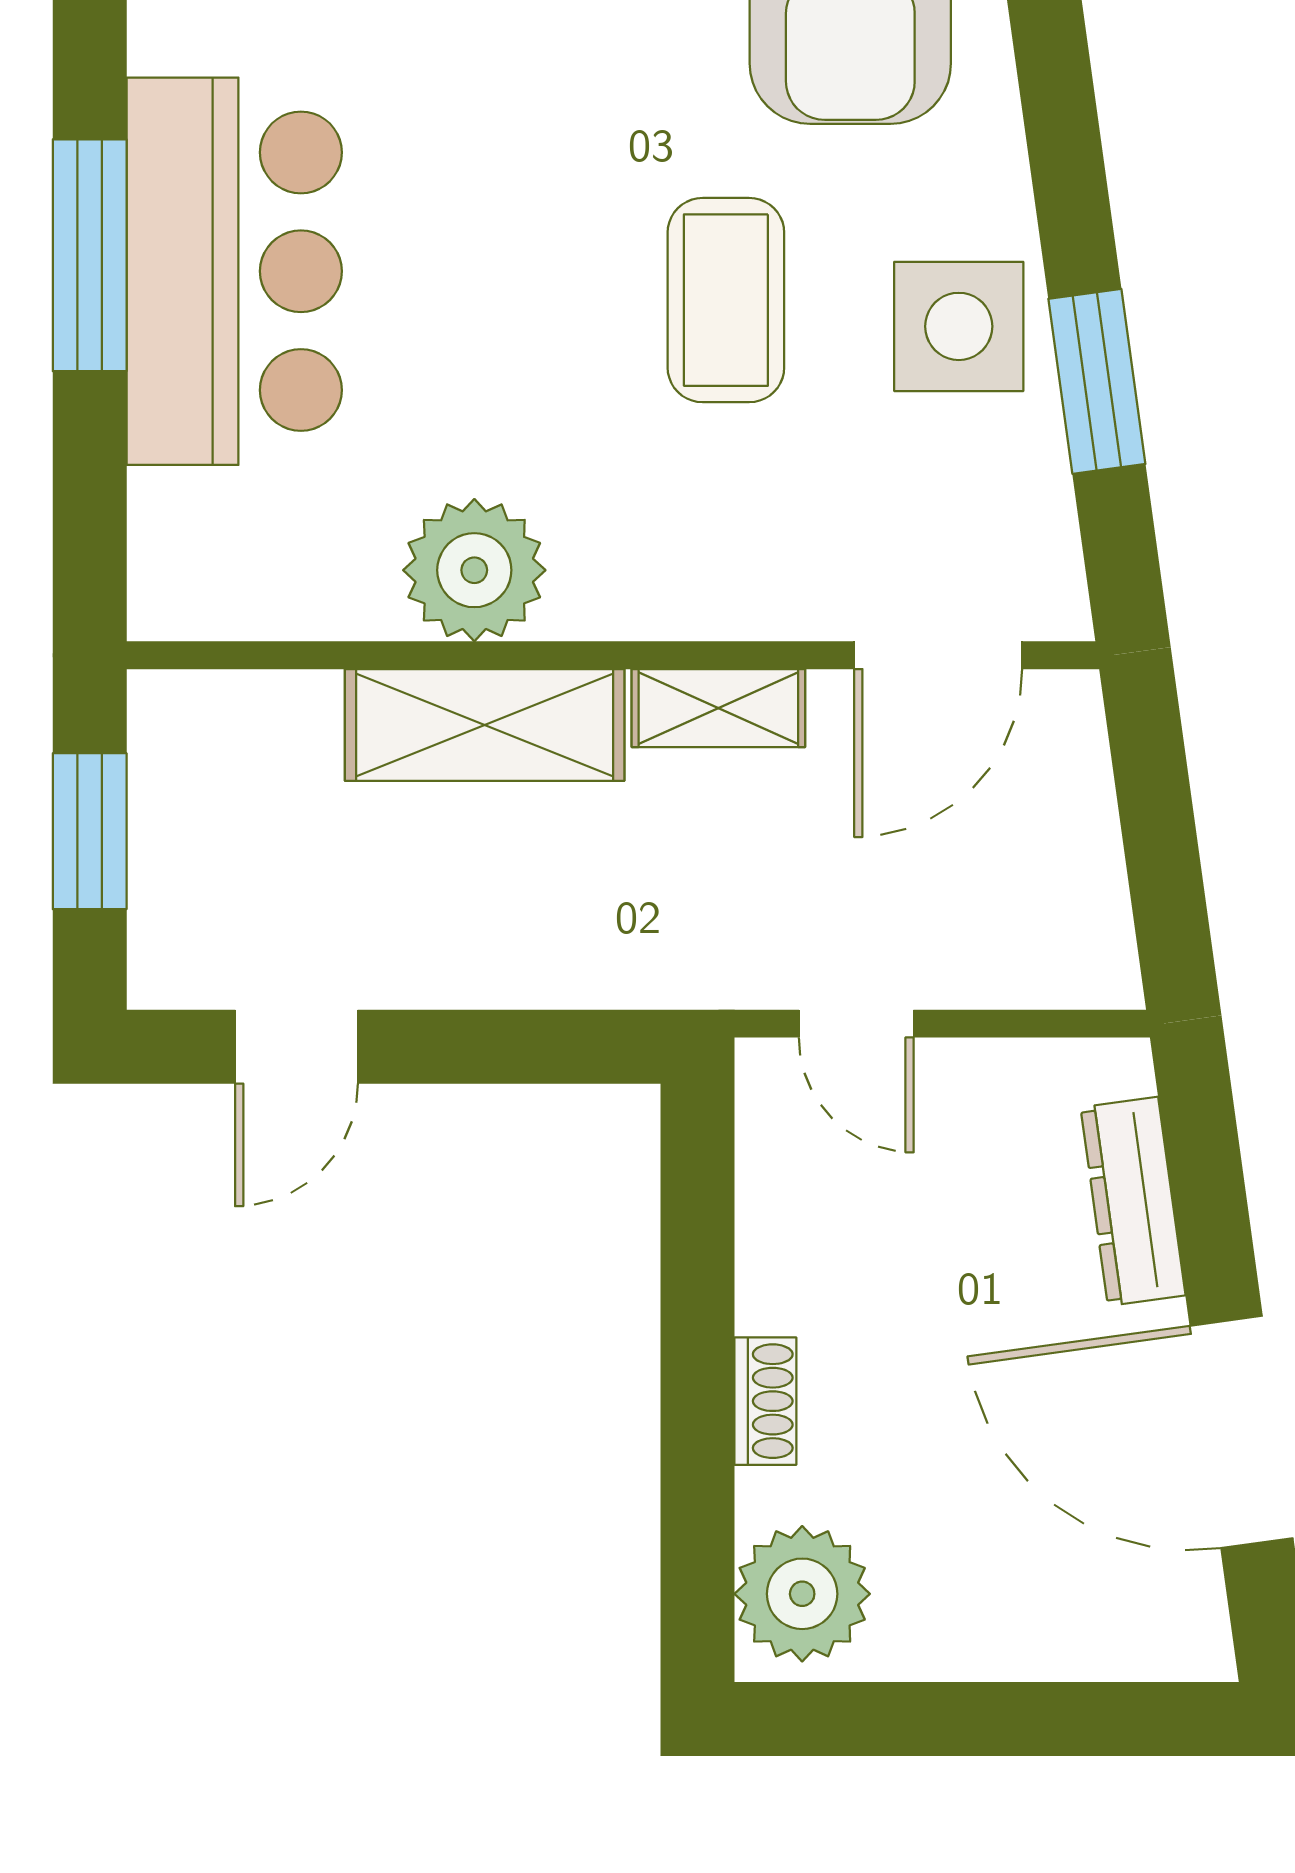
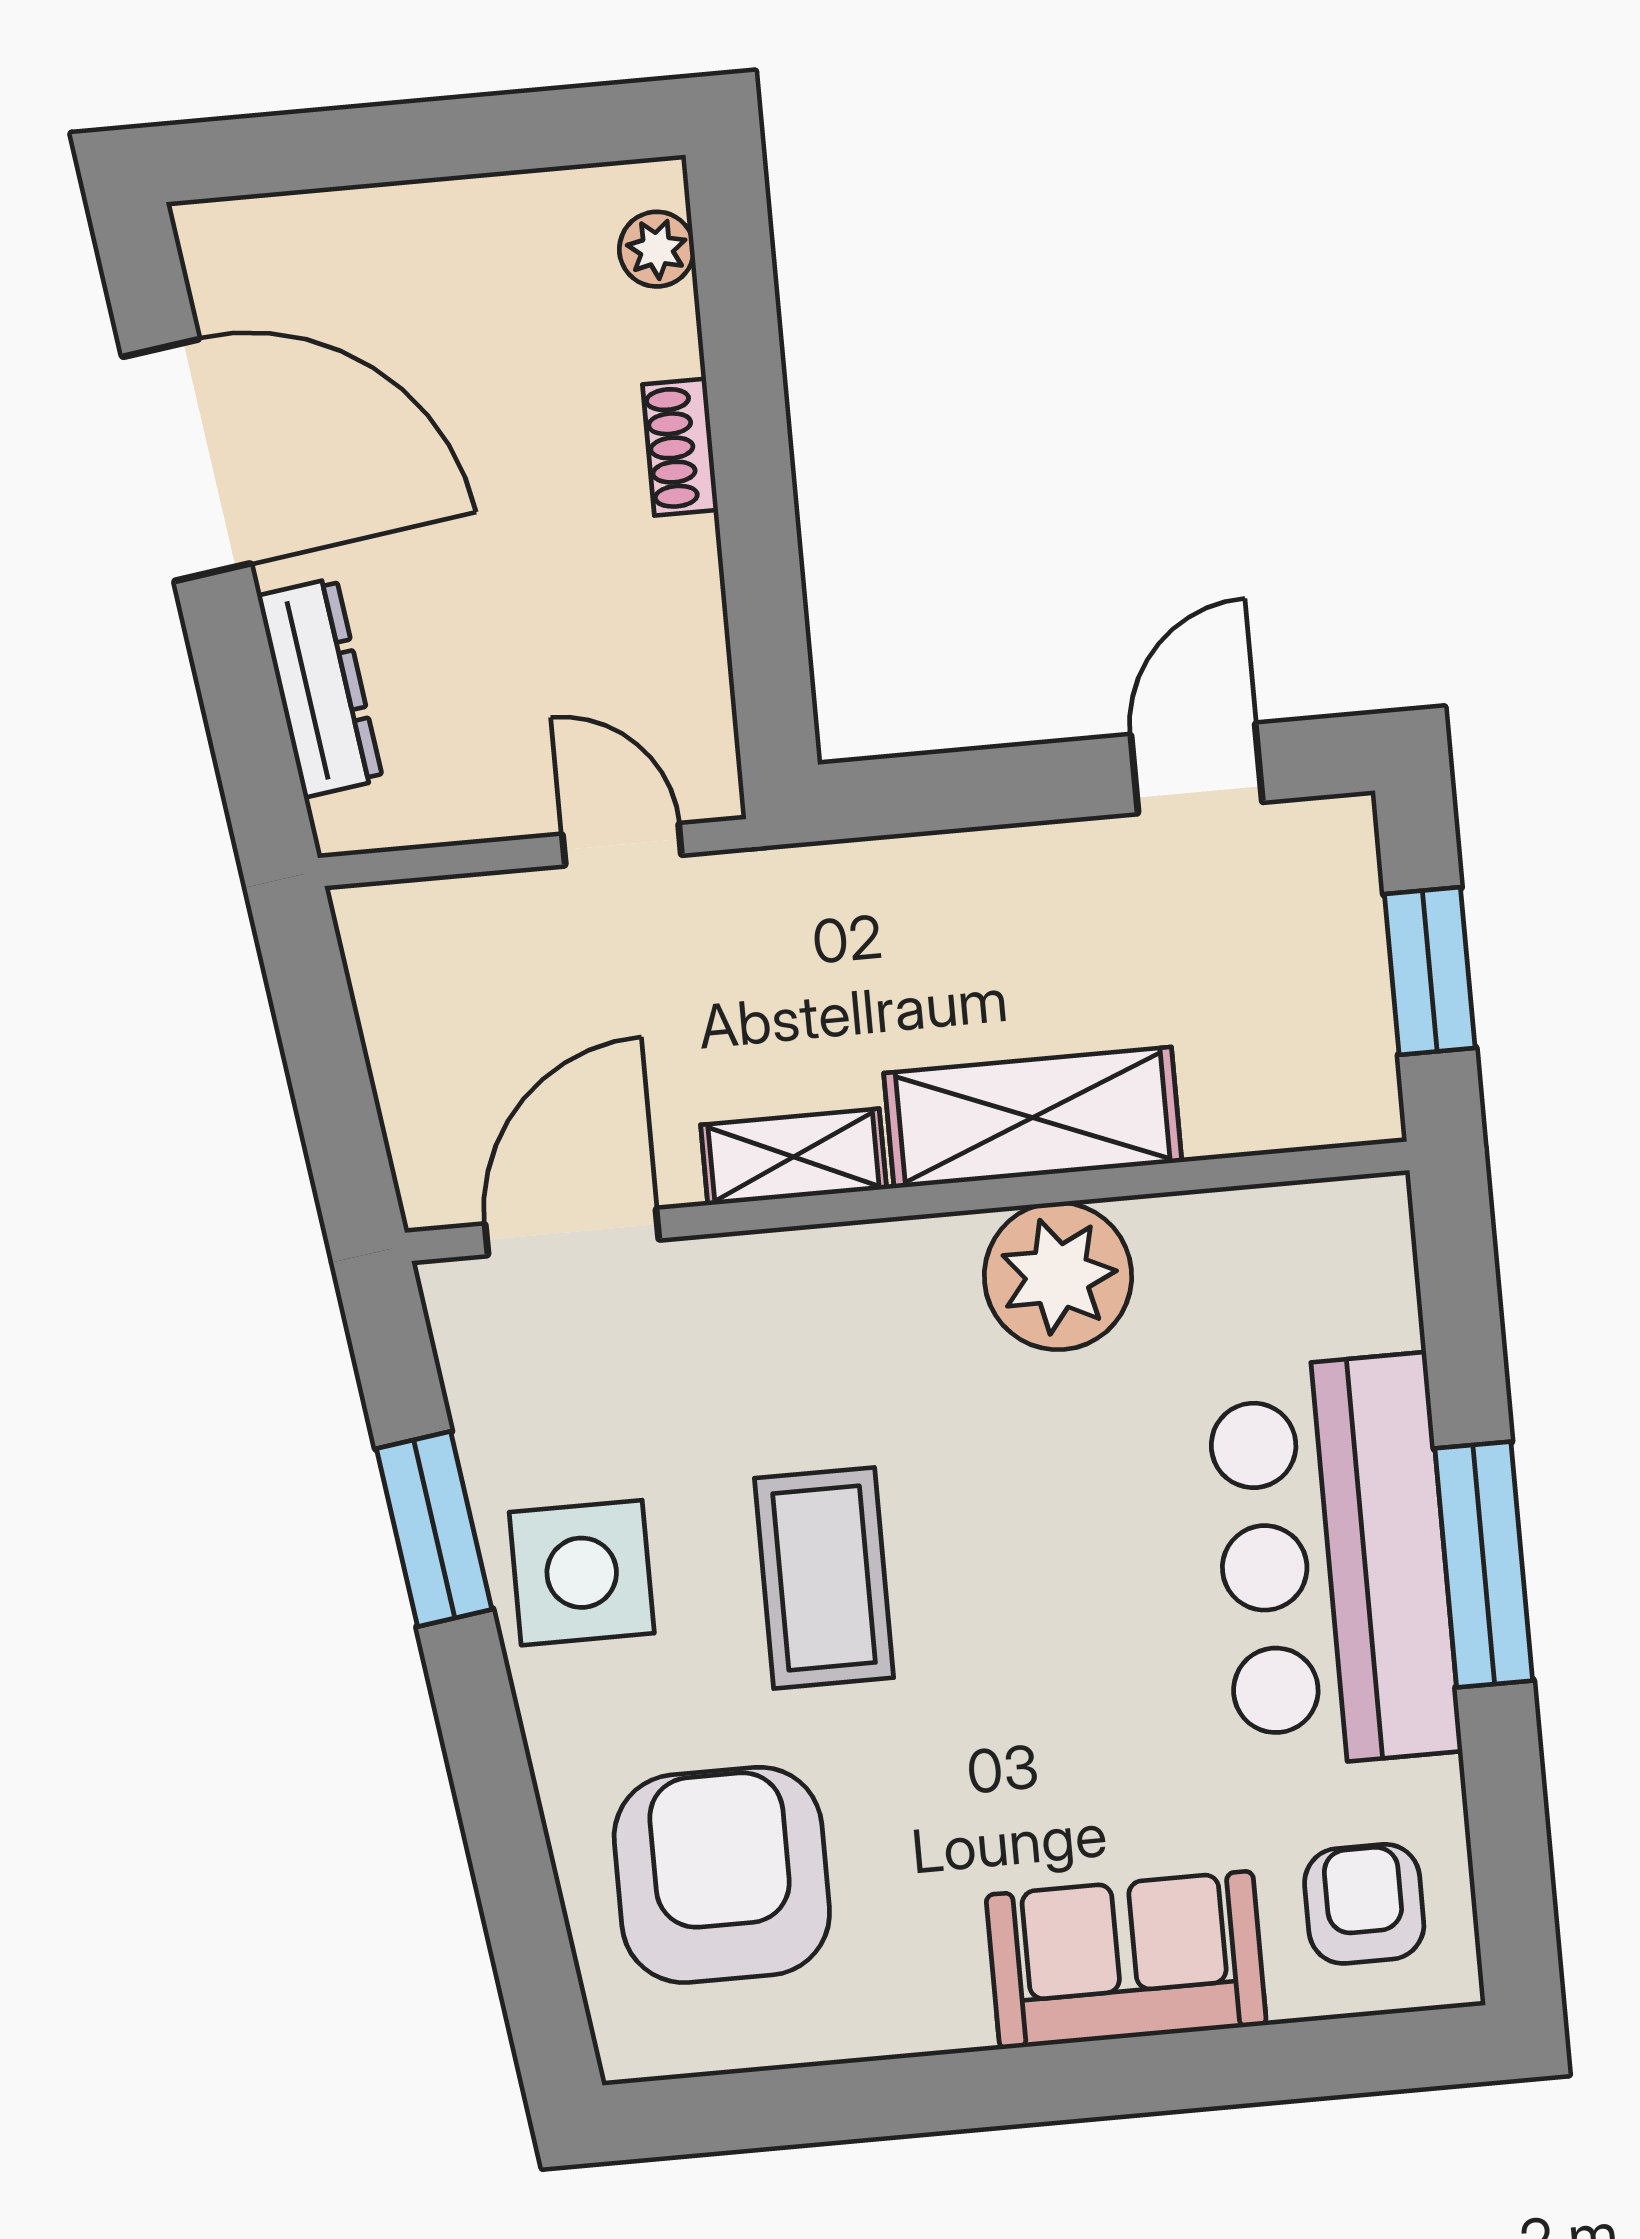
plant: (802, 1594) -> (657, 249), width x0.53, depth x0.53

